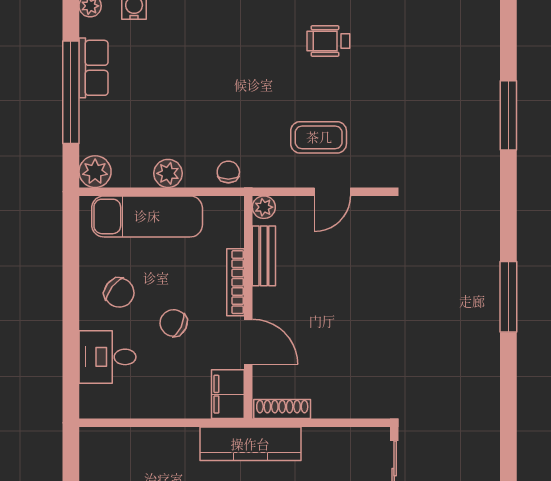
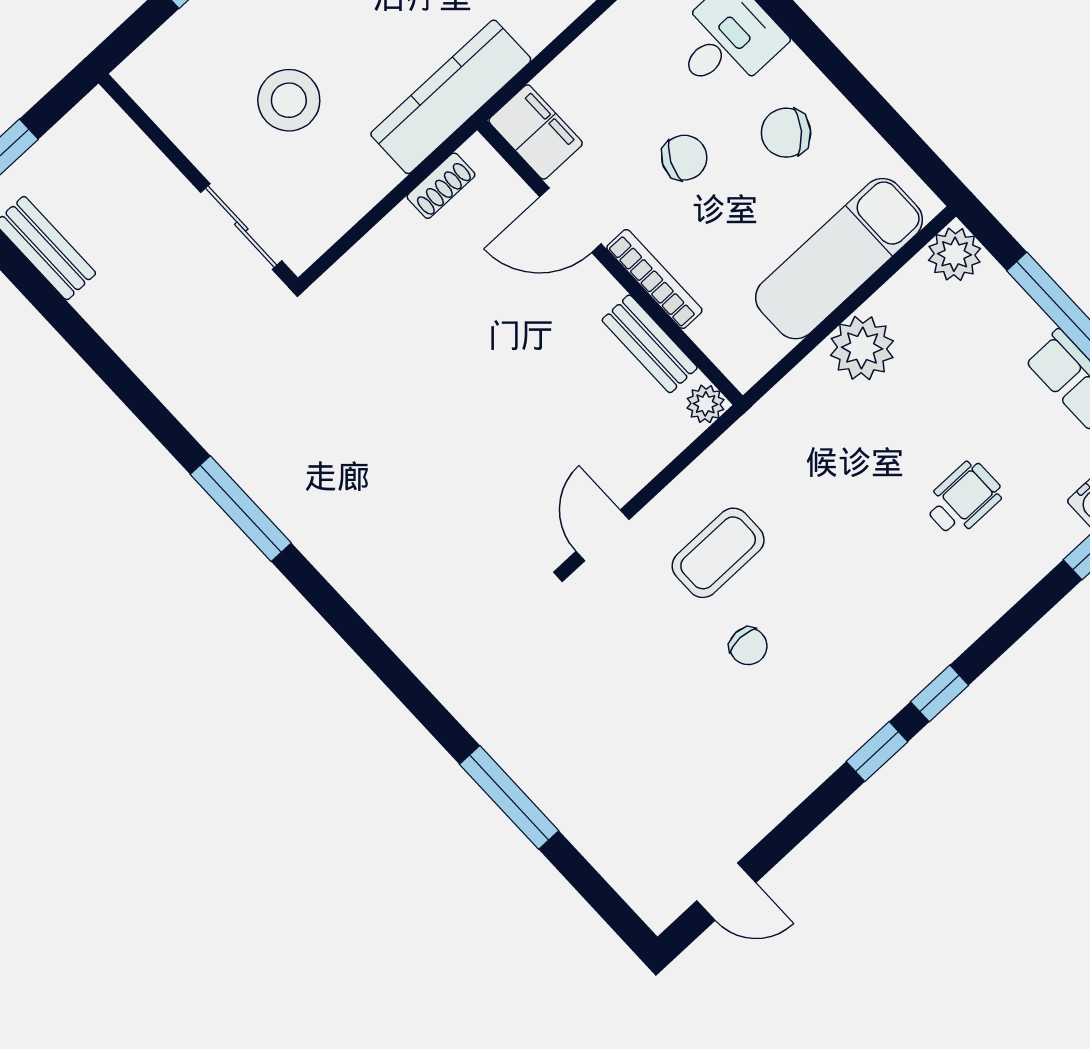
wheelchair: (328, 41) -> (963, 499), moved
chair: (228, 172) -> (748, 646), moved
plant: (168, 173) -> (862, 348), width x1.36, depth x1.36
door: (332, 192) -> (602, 535), moved
window: (508, 297) -> (241, 509), moved
shoe rack: (282, 409) -> (441, 186), width x0.70

